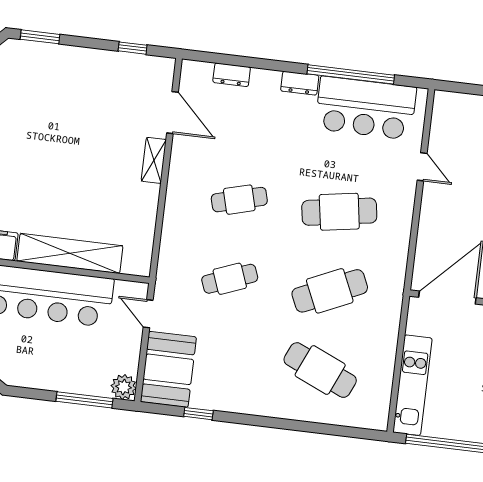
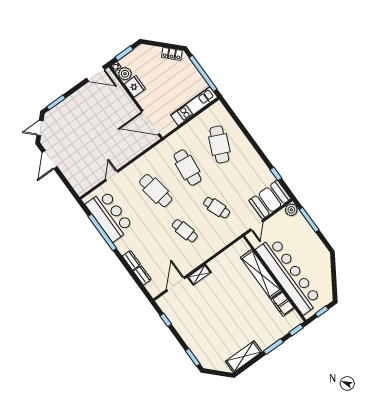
dresser: (300, 83) -> (131, 260), moved
cafe table: (330, 291) -> (188, 168), turned 30

